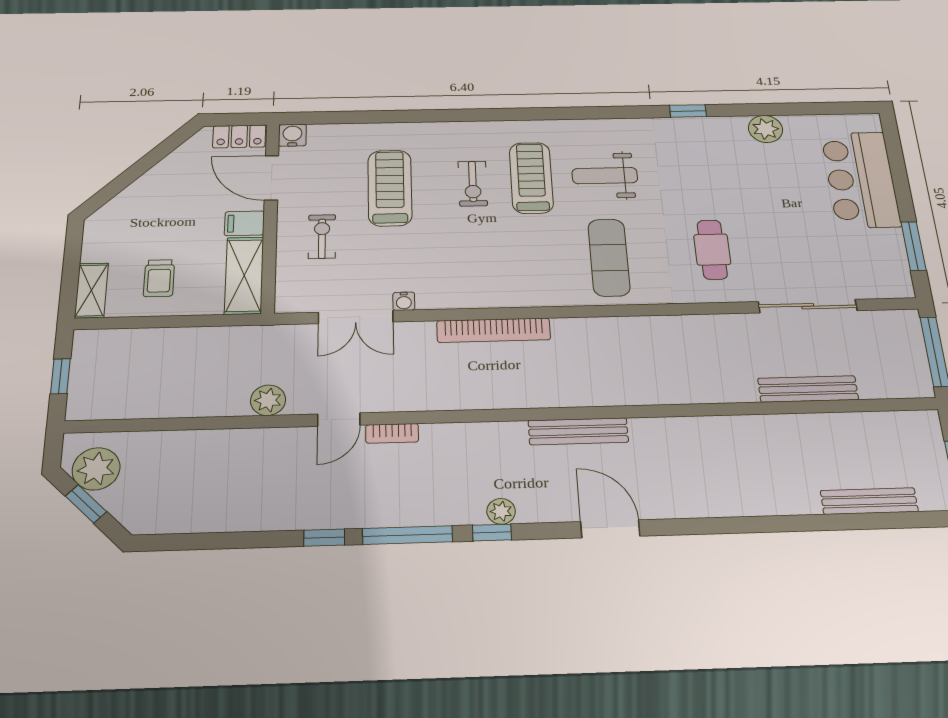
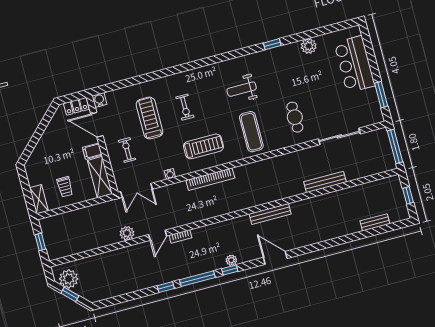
treadmill: (531, 178) -> (203, 146), moved, turned 90
double door: (356, 317) -> (136, 190), moved
bench: (808, 389) -> (325, 182), moved
bench: (578, 431) -> (270, 214), moved
bench: (869, 501) -> (375, 222), width x0.73

